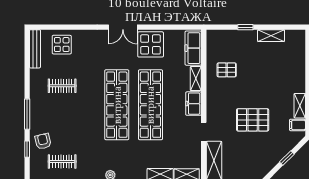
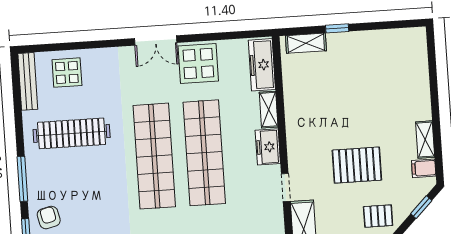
shelving: (271, 36) -> (306, 43), moved
pallet: (227, 70) -> (378, 216), moved
clothes rail: (62, 86) -> (72, 133), width x1.86, depth x1.31
window: (287, 158) -> (421, 207), moved

